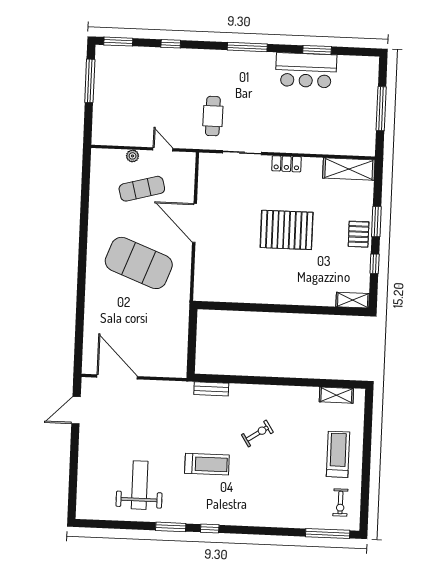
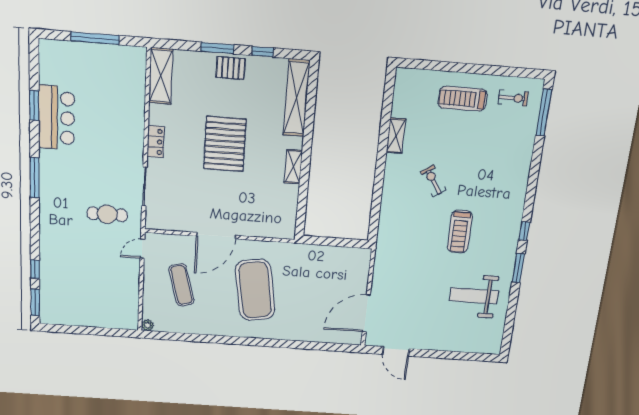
window: (171, 44) -> (35, 269), moved
window: (90, 81) -> (75, 330), removed
door: (163, 149) -> (142, 249), moved
plant: (133, 156) -> (148, 325), moved
exercise mat: (139, 263) -> (255, 290), turned -30
shelving: (267, 296) -> (293, 167), added
shelving: (353, 300) -> (296, 98), width x2.20, depth x1.33
bench: (211, 389) -> (385, 225), removed
shelving: (336, 395) -> (396, 136), moved
treadmill: (207, 464) -> (460, 232), turned 180

